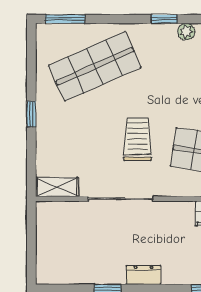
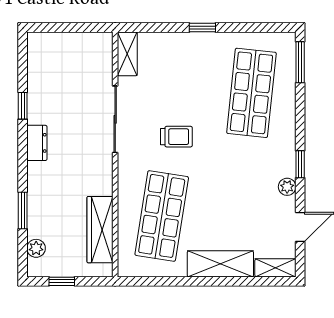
shop shelf: (95, 66) -> (251, 93), turned 30
trolley: (137, 139) -> (176, 137), width x0.73, depth x0.72

